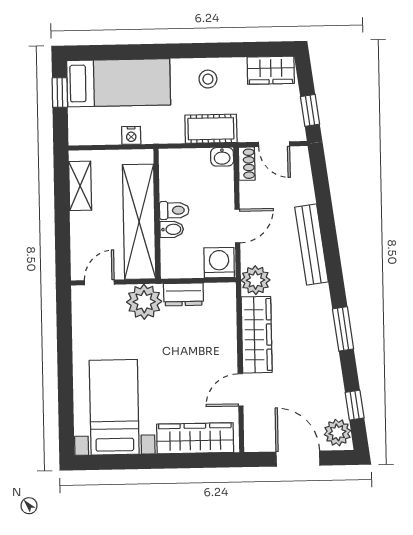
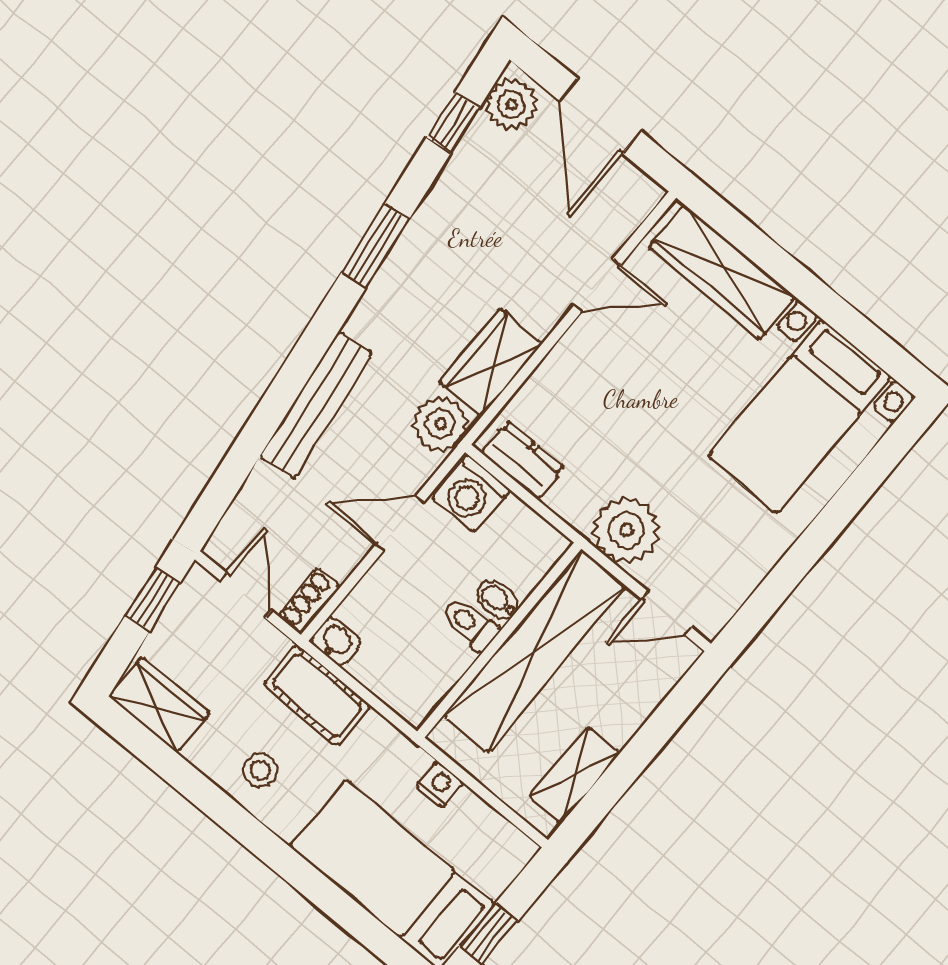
dresser: (183, 294) -> (523, 460), moved
wardrobe: (257, 335) -> (491, 363), width x0.67

